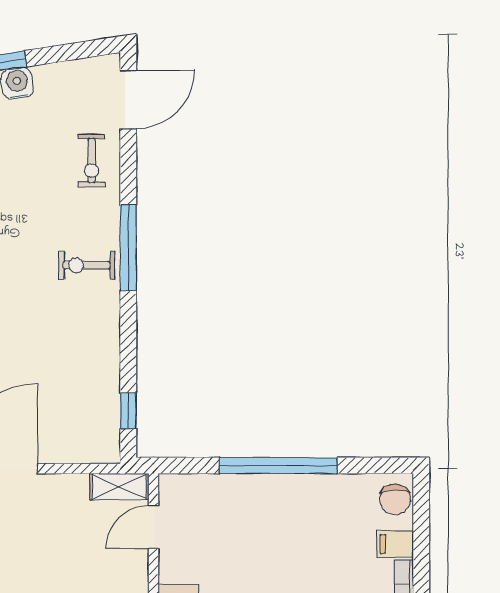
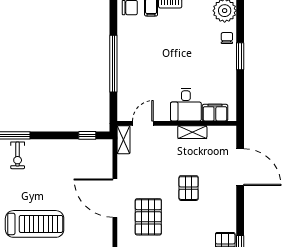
door: (153, 527) -> (143, 123), swing flipped

